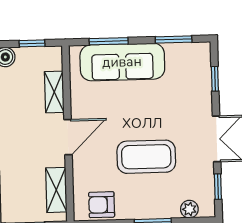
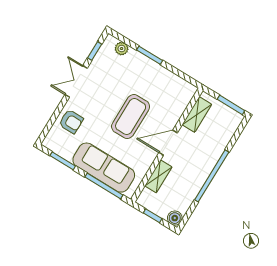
window: (109, 41) -> (104, 186), width x1.44
window: (215, 79) -> (53, 120), removed
coffee table: (146, 157) -> (131, 116), moved, turned 90
armchair: (102, 205) -> (71, 121), moved

